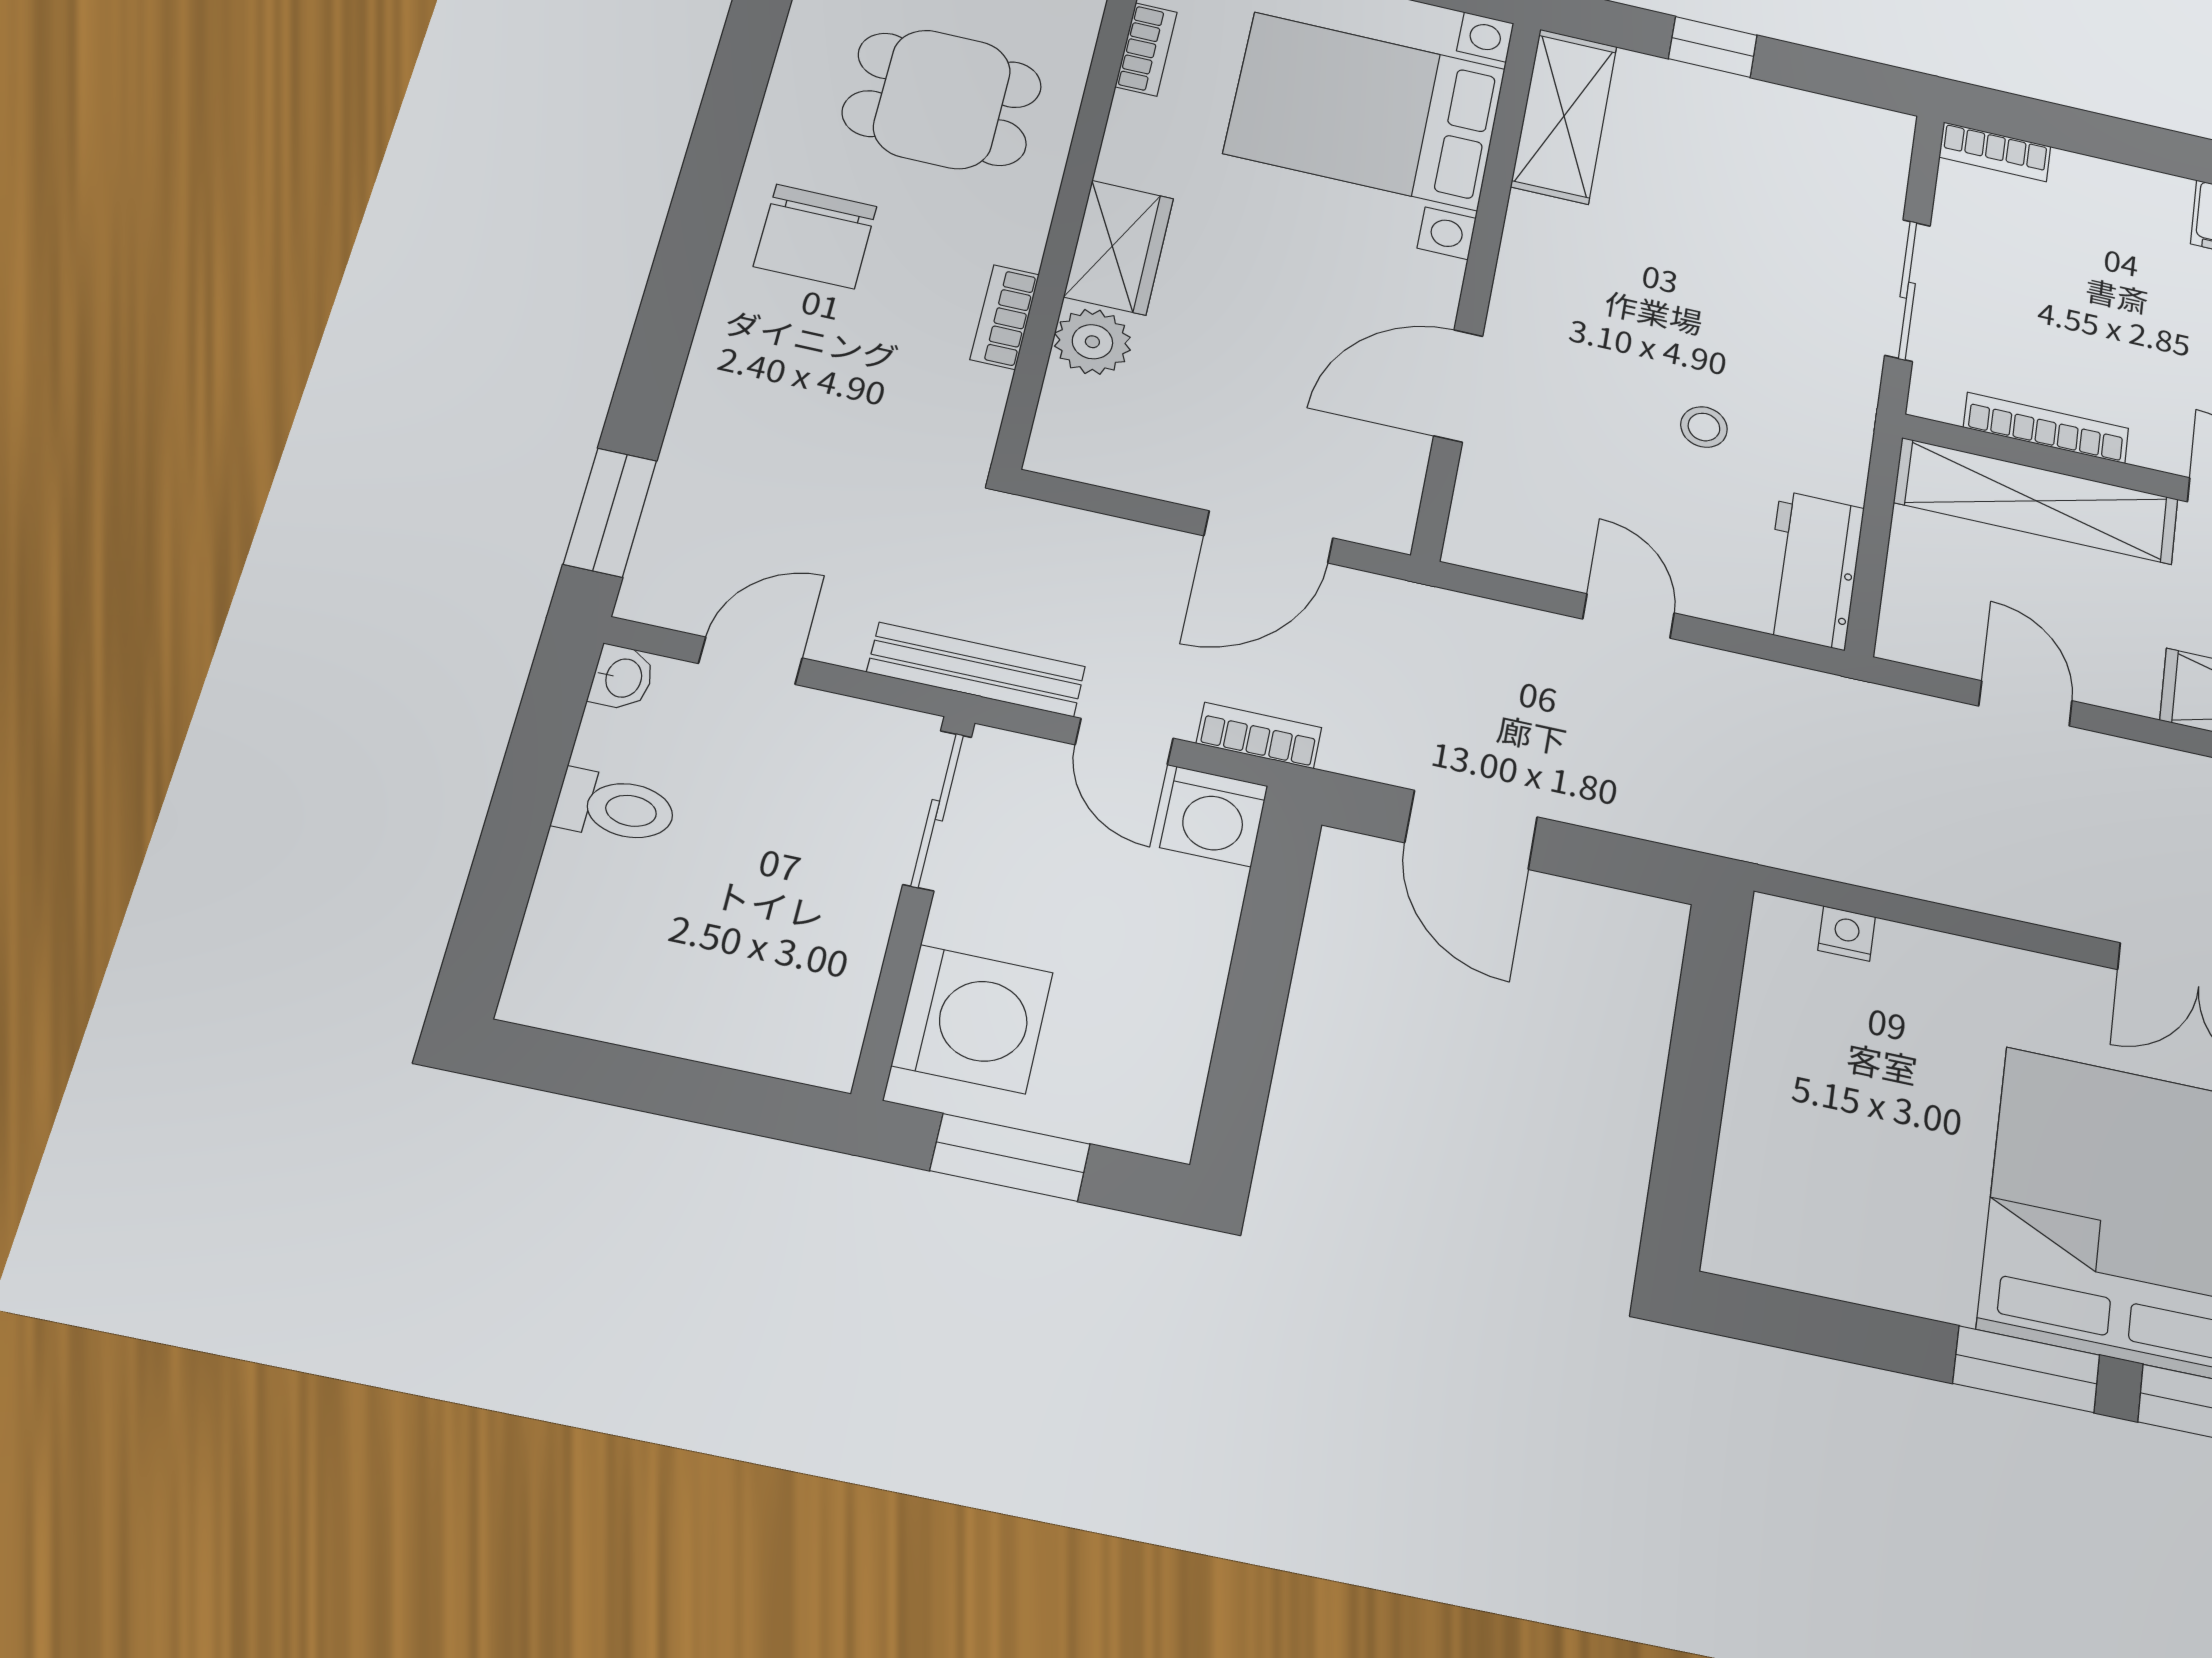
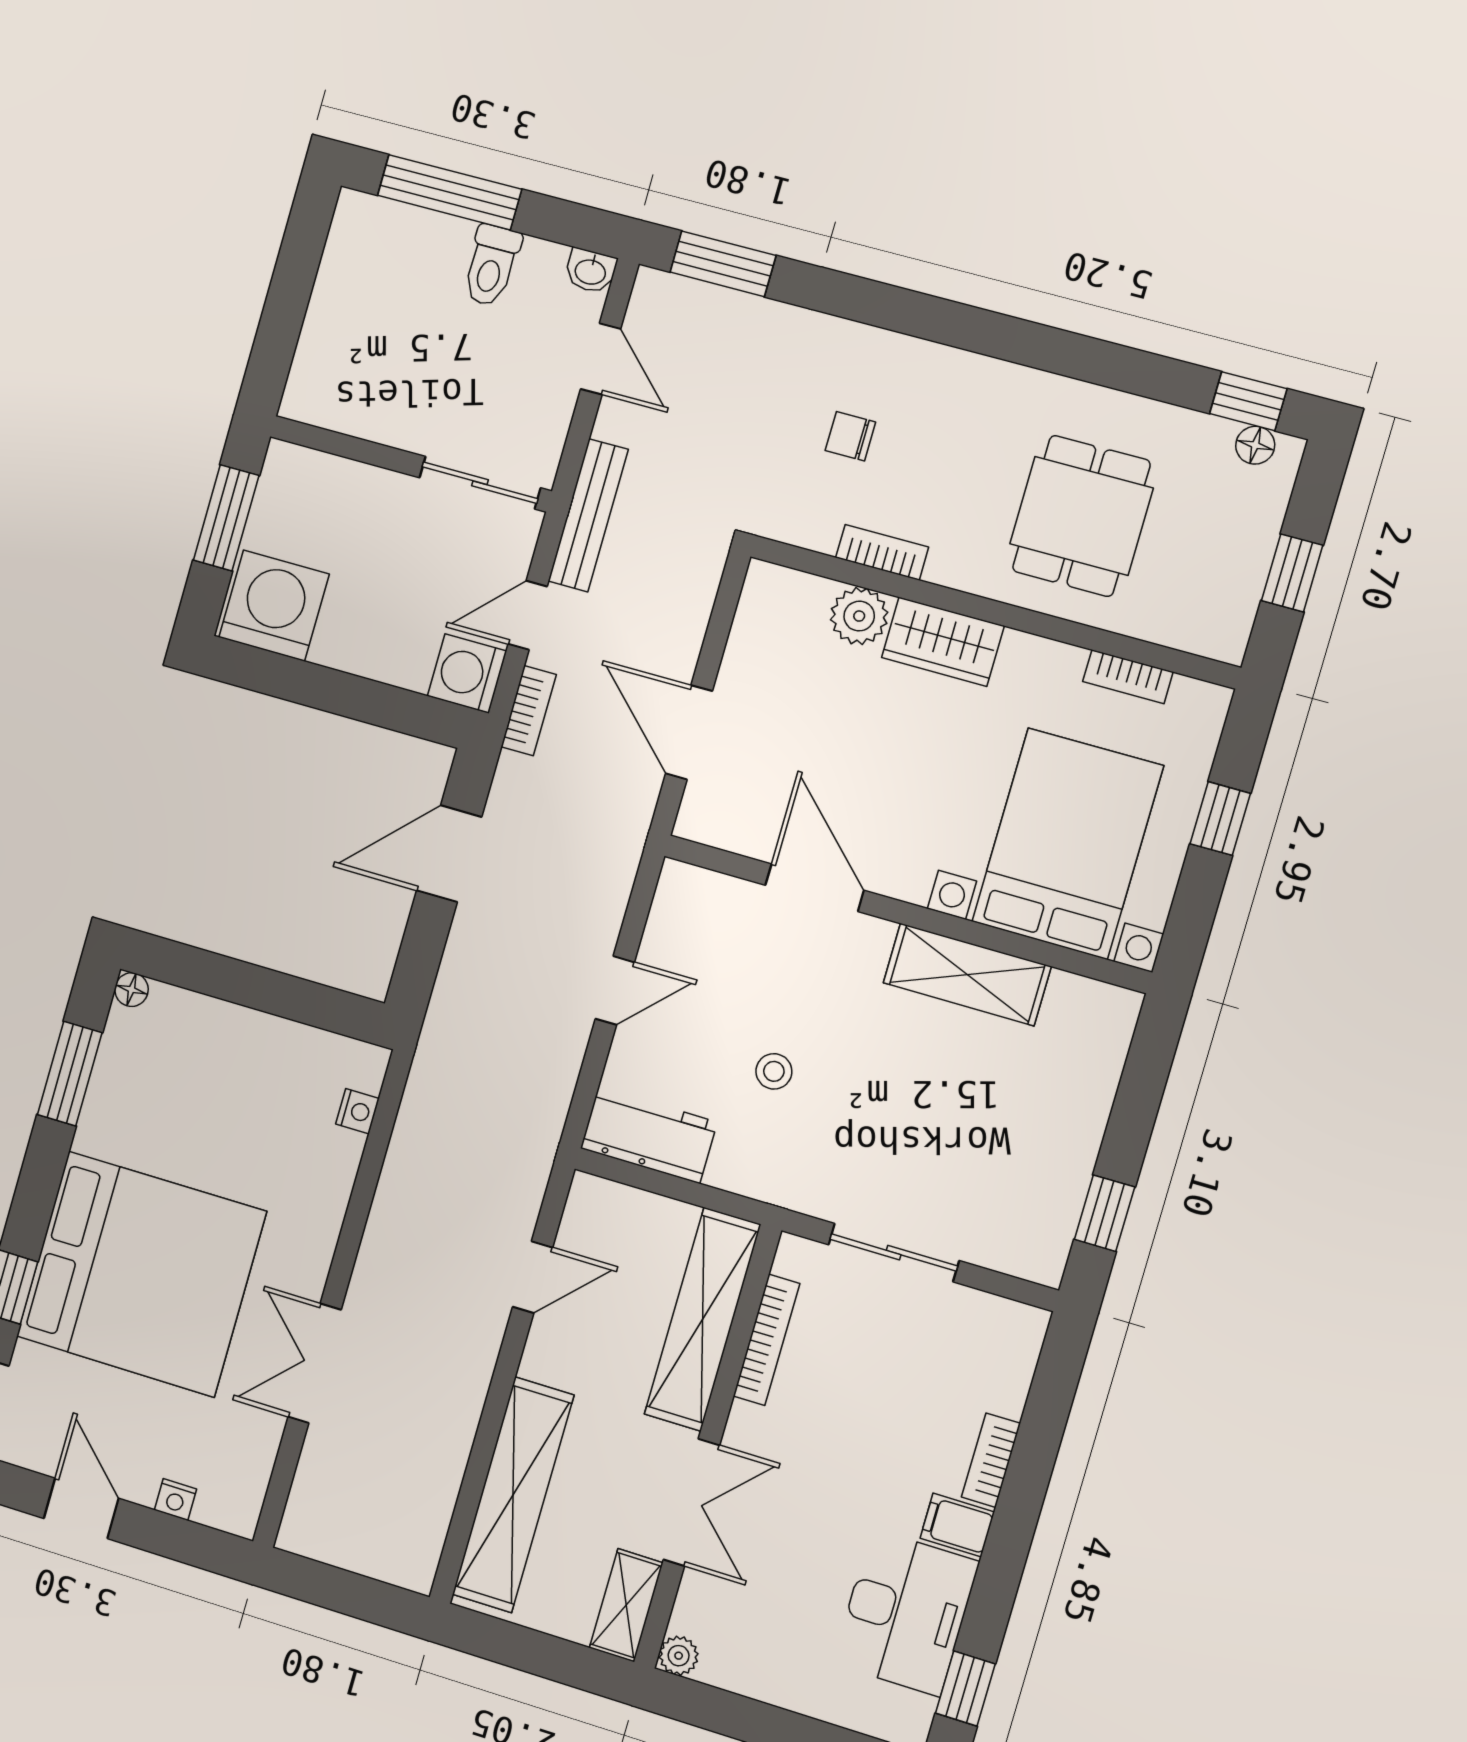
window: (1713, 47) -> (1105, 1213), moved
shelving: (1564, 116) -> (967, 975), moved
bookcase: (1995, 152) -> (991, 1460), moved
chair: (815, 236) -> (850, 436), moved, width x0.54, depth x0.54
window: (504, 868) -> (450, 192), added
washing machine: (973, 1019) -> (274, 606), moved, turned 180
floor lamp: (1727, 1253) -> (131, 990), added
window: (2026, 1369) -> (70, 1074), moved

